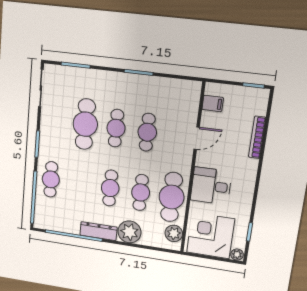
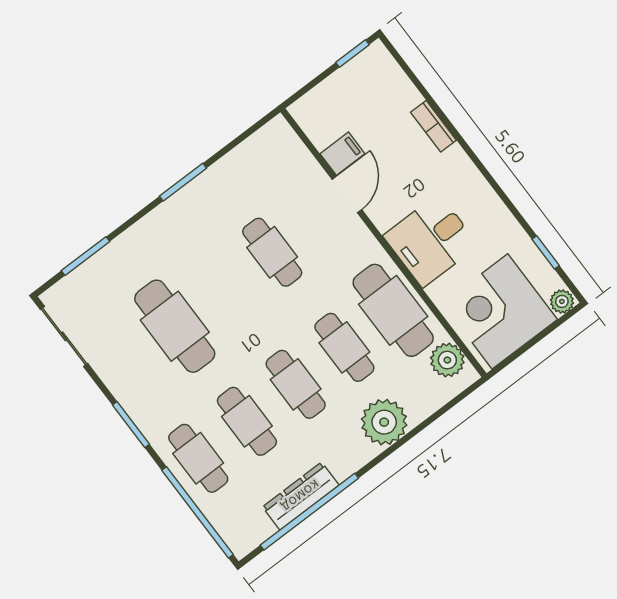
filing cabinet: (213, 103) -> (342, 154), moved
cafe table: (116, 128) -> (247, 421), moved
bookcase: (257, 137) -> (433, 126), width x0.64
dresser: (99, 231) -> (301, 496), moved

